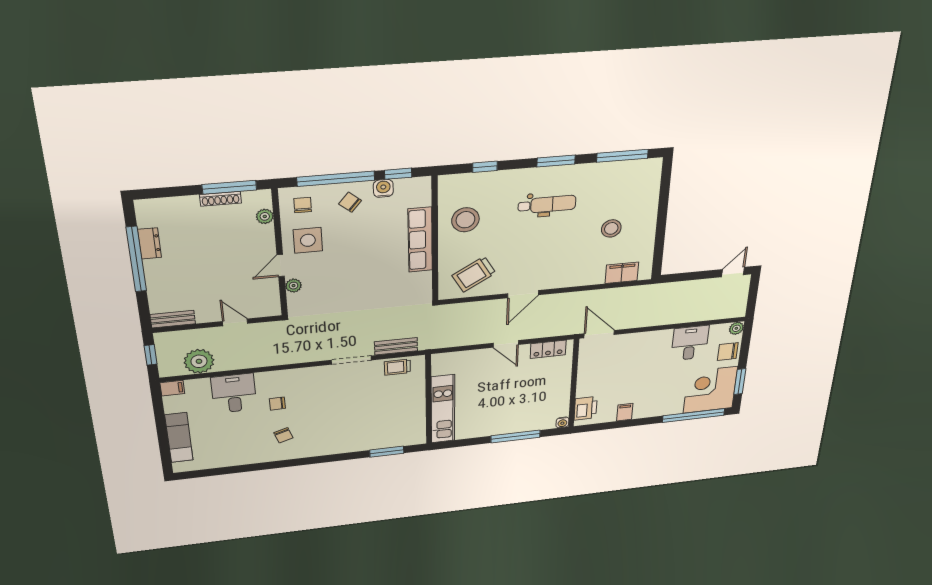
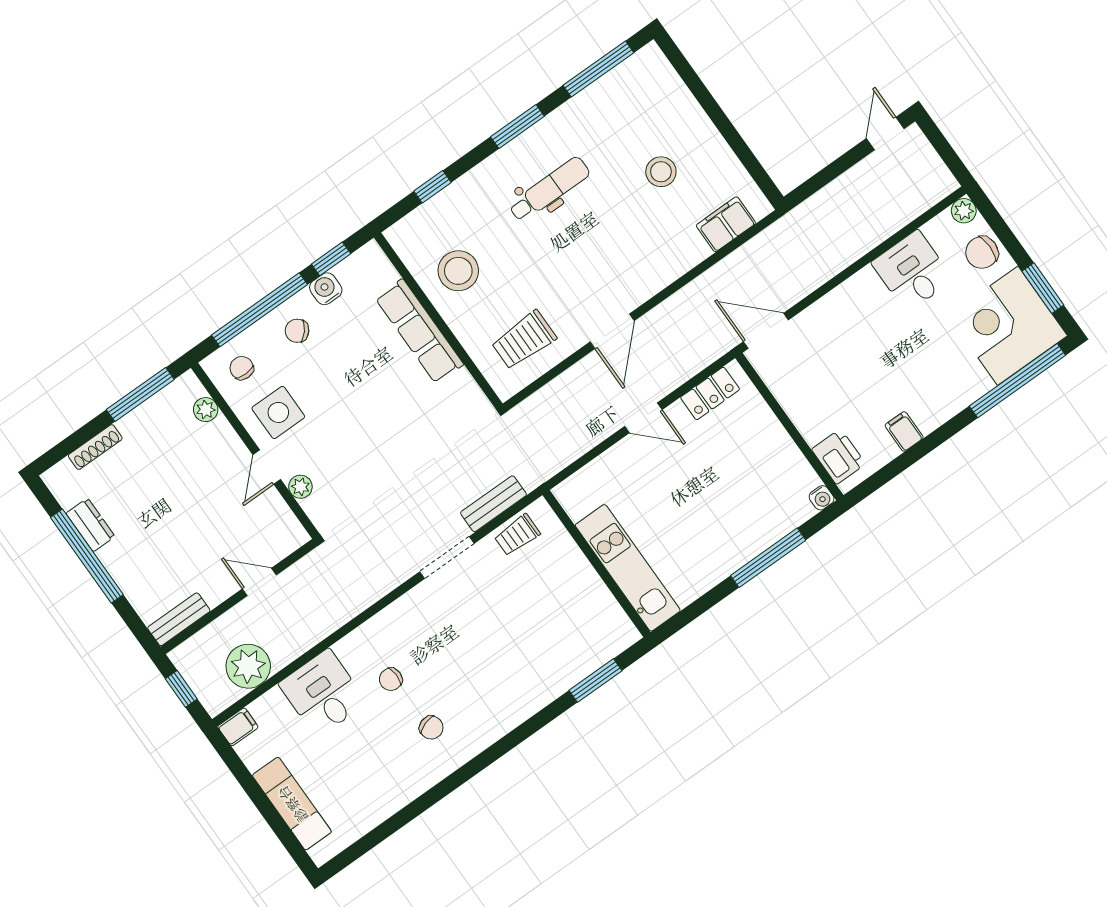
shoe rack: (220, 199) -> (95, 447), moved
trolley: (474, 274) -> (524, 340), turned 30

